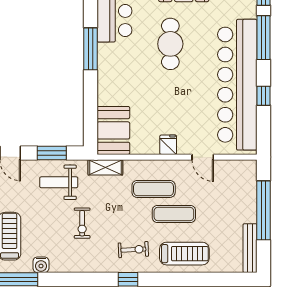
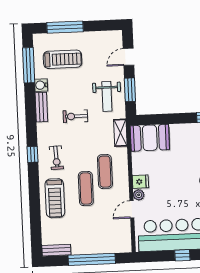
plant: (185, 148) -> (139, 195), added
weight bench: (59, 182) -> (107, 96), turned 180
bench: (250, 248) -> (56, 250), width x0.73
bench: (69, 266) -> (41, 107), added

